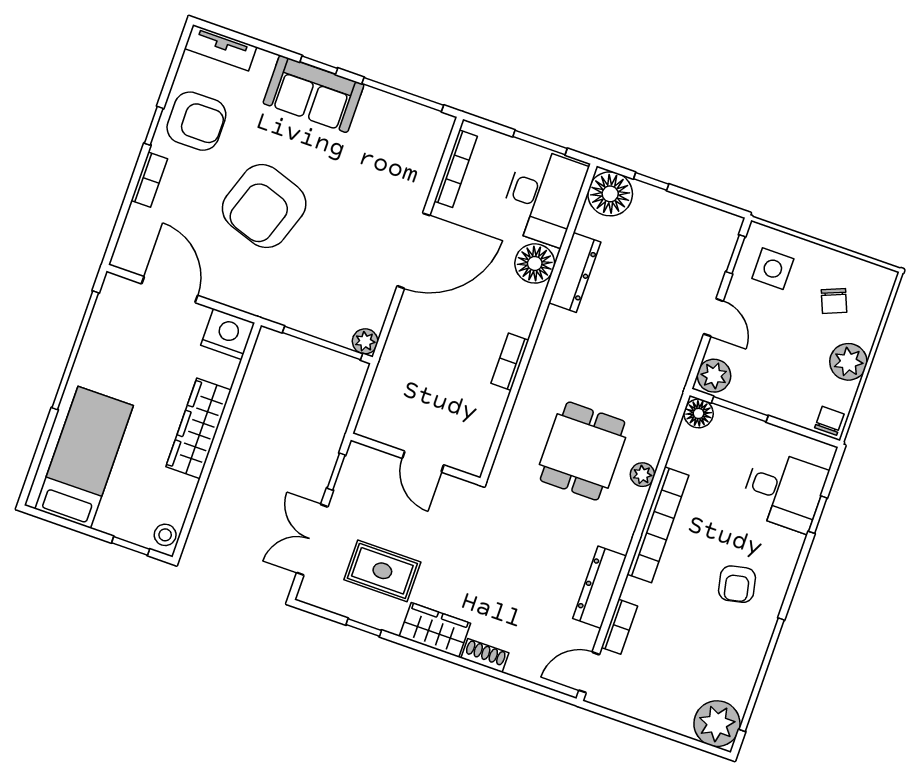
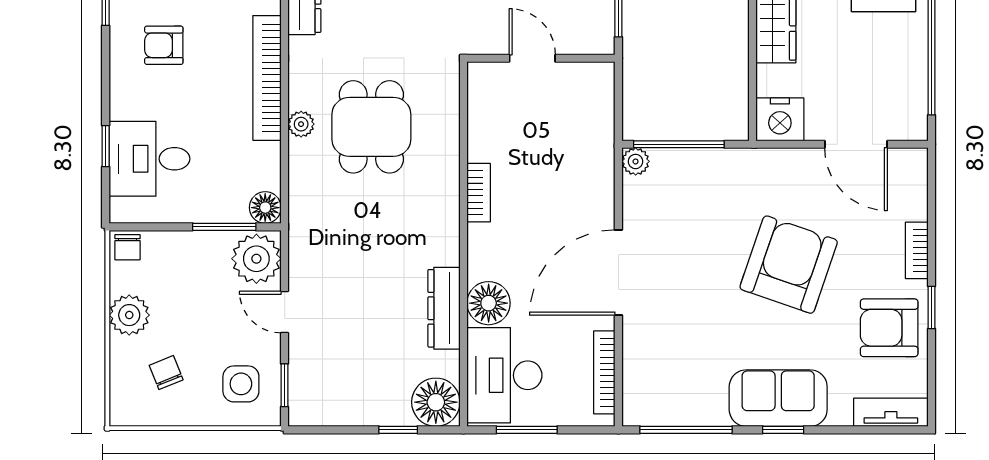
plant: (714, 376) -> (256, 259), width x1.36, depth x1.36
armchair: (737, 584) -> (164, 45), turned -78

